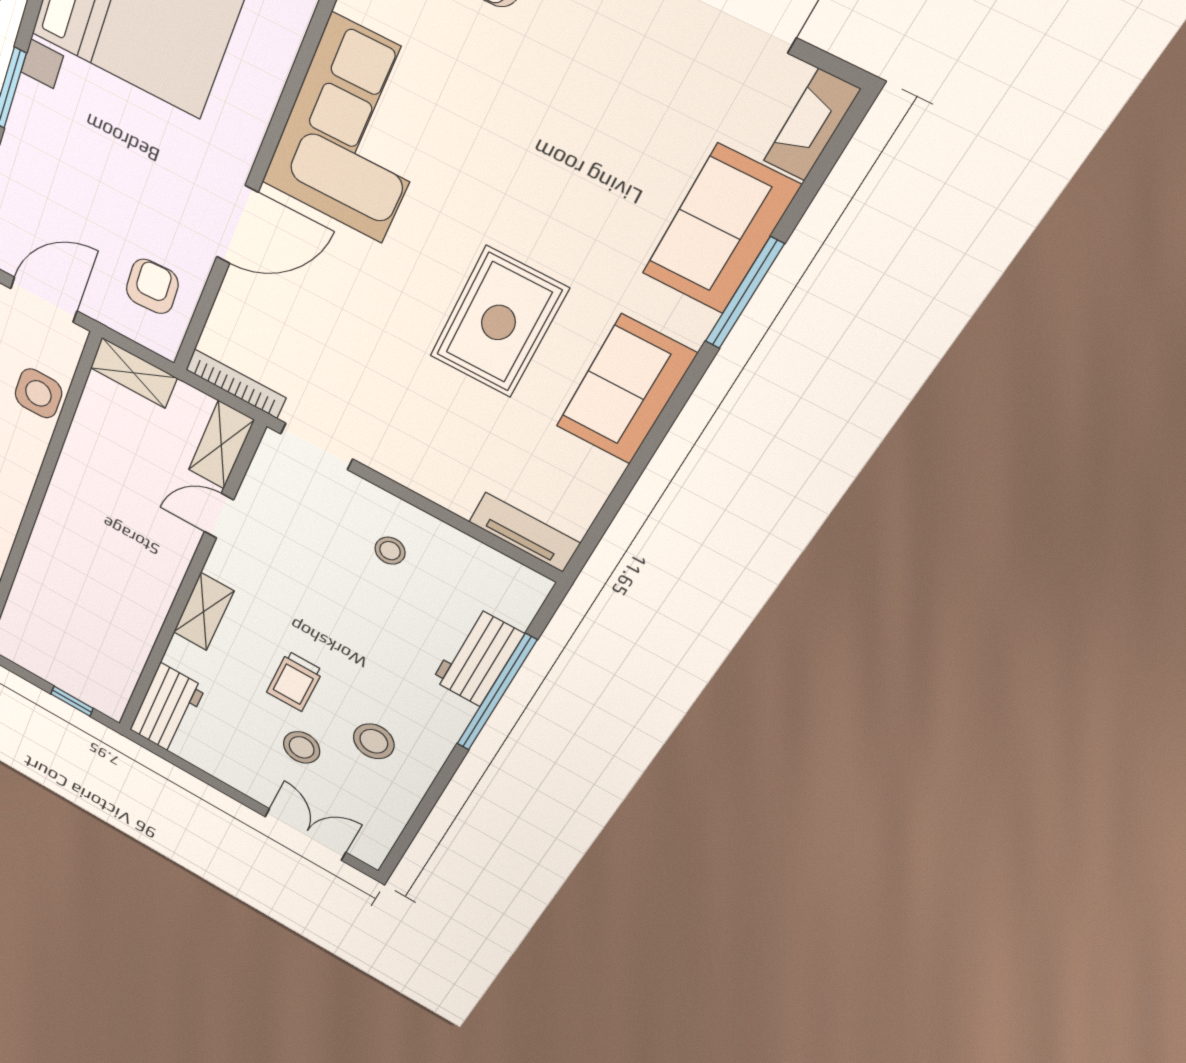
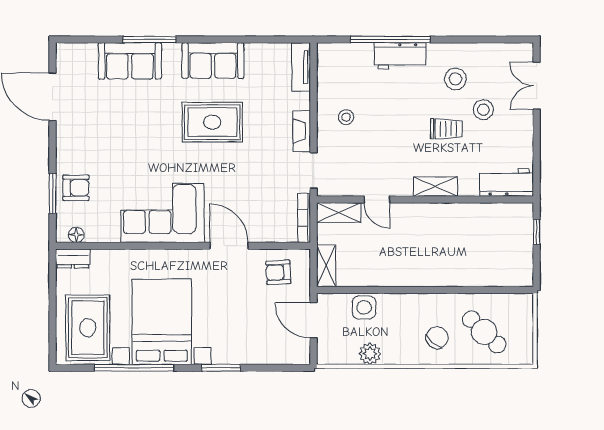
fireplace: (812, 125) -> (302, 131), moved, turned 90
workbench: (478, 657) -> (400, 56), moved

